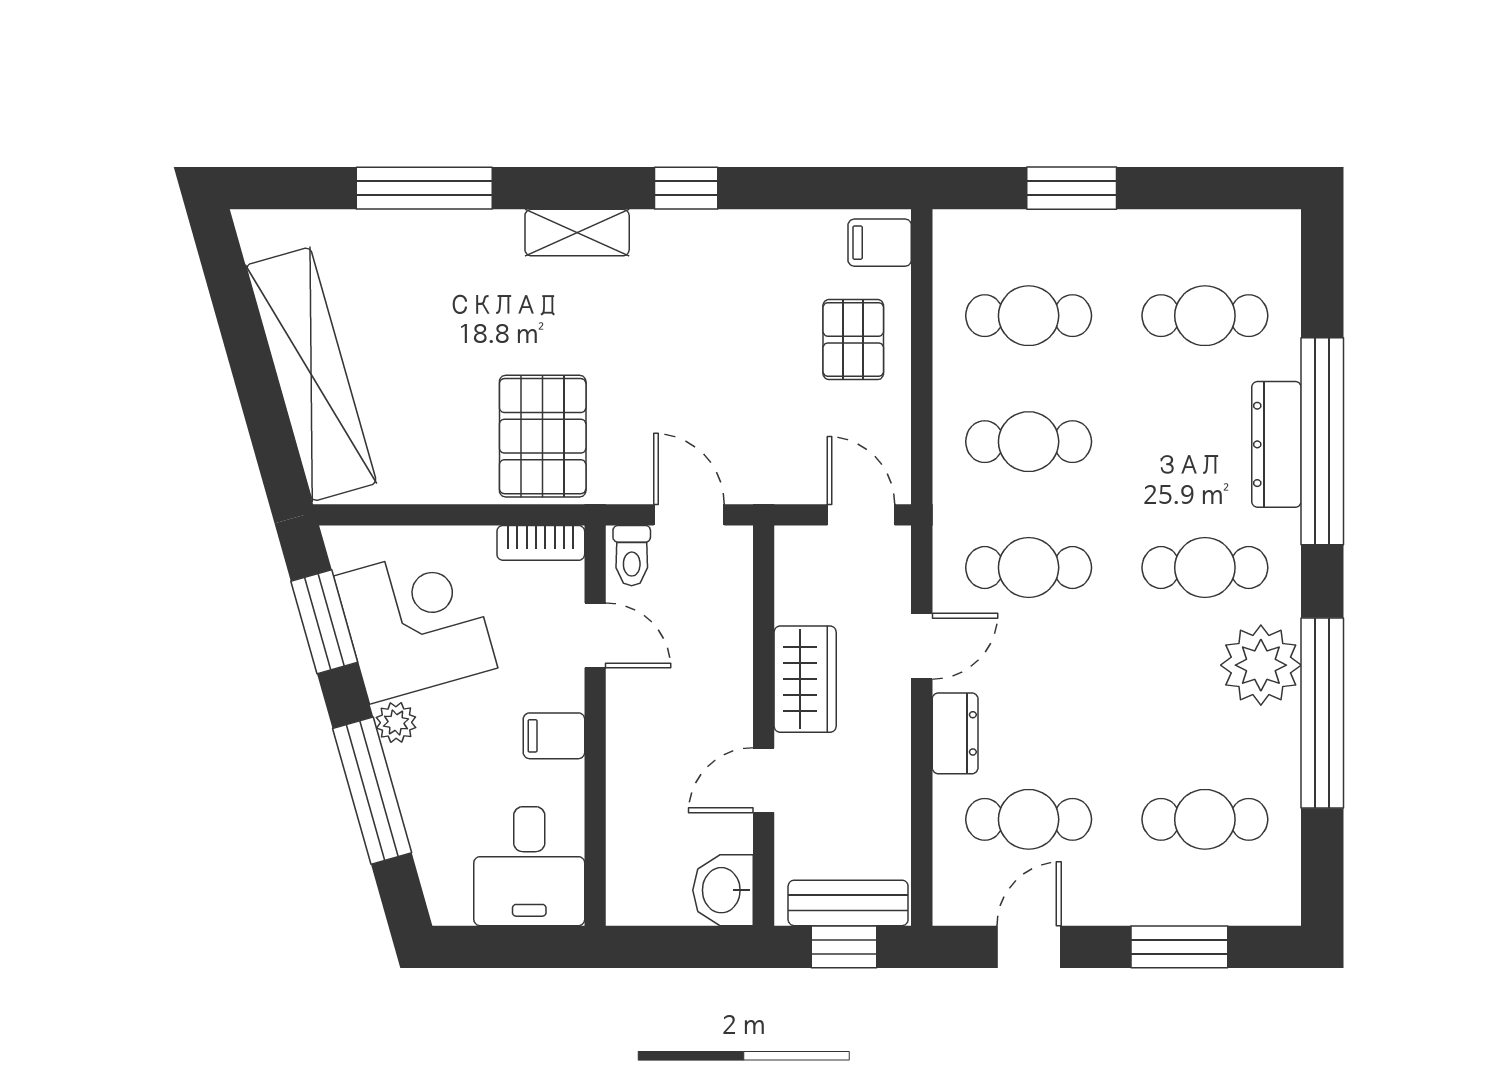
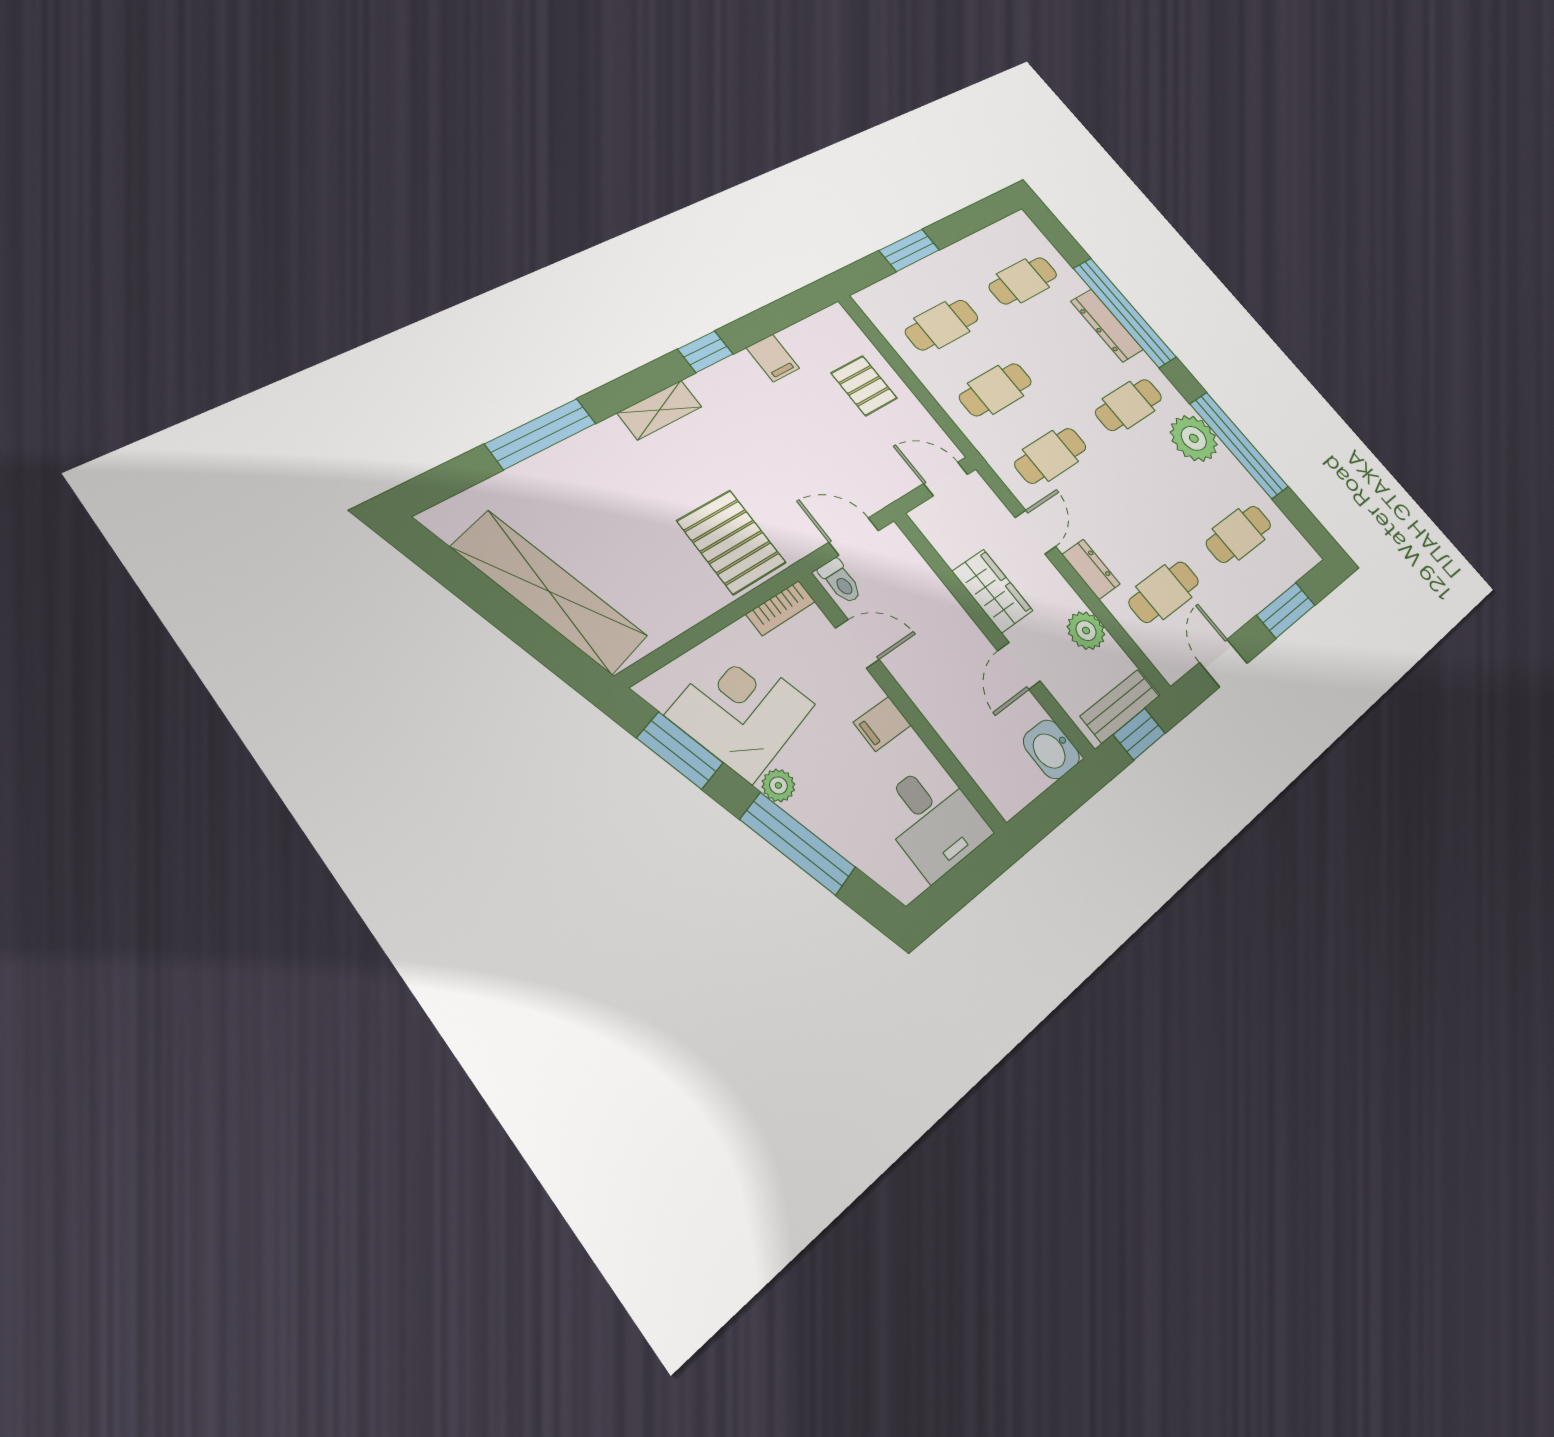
filing cabinet: (880, 243) -> (773, 358), moved, turned -90
plant: (883, 796) -> (1086, 631), added

